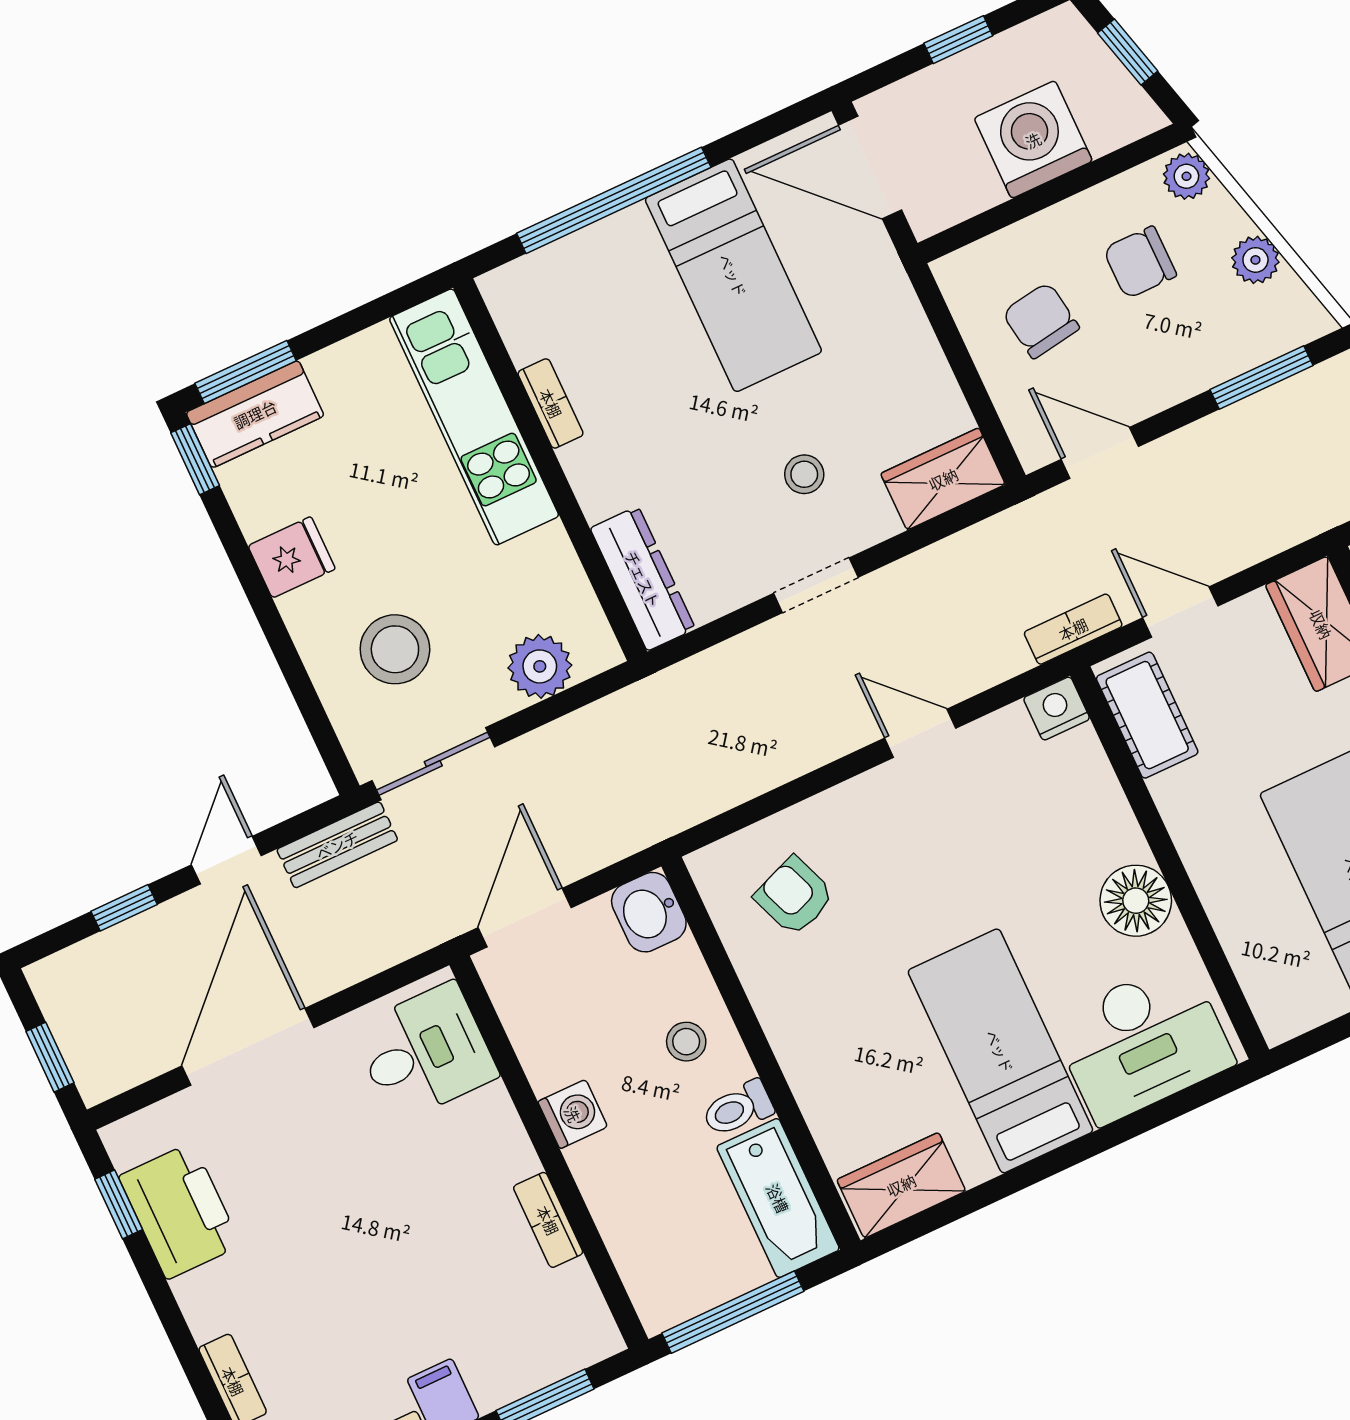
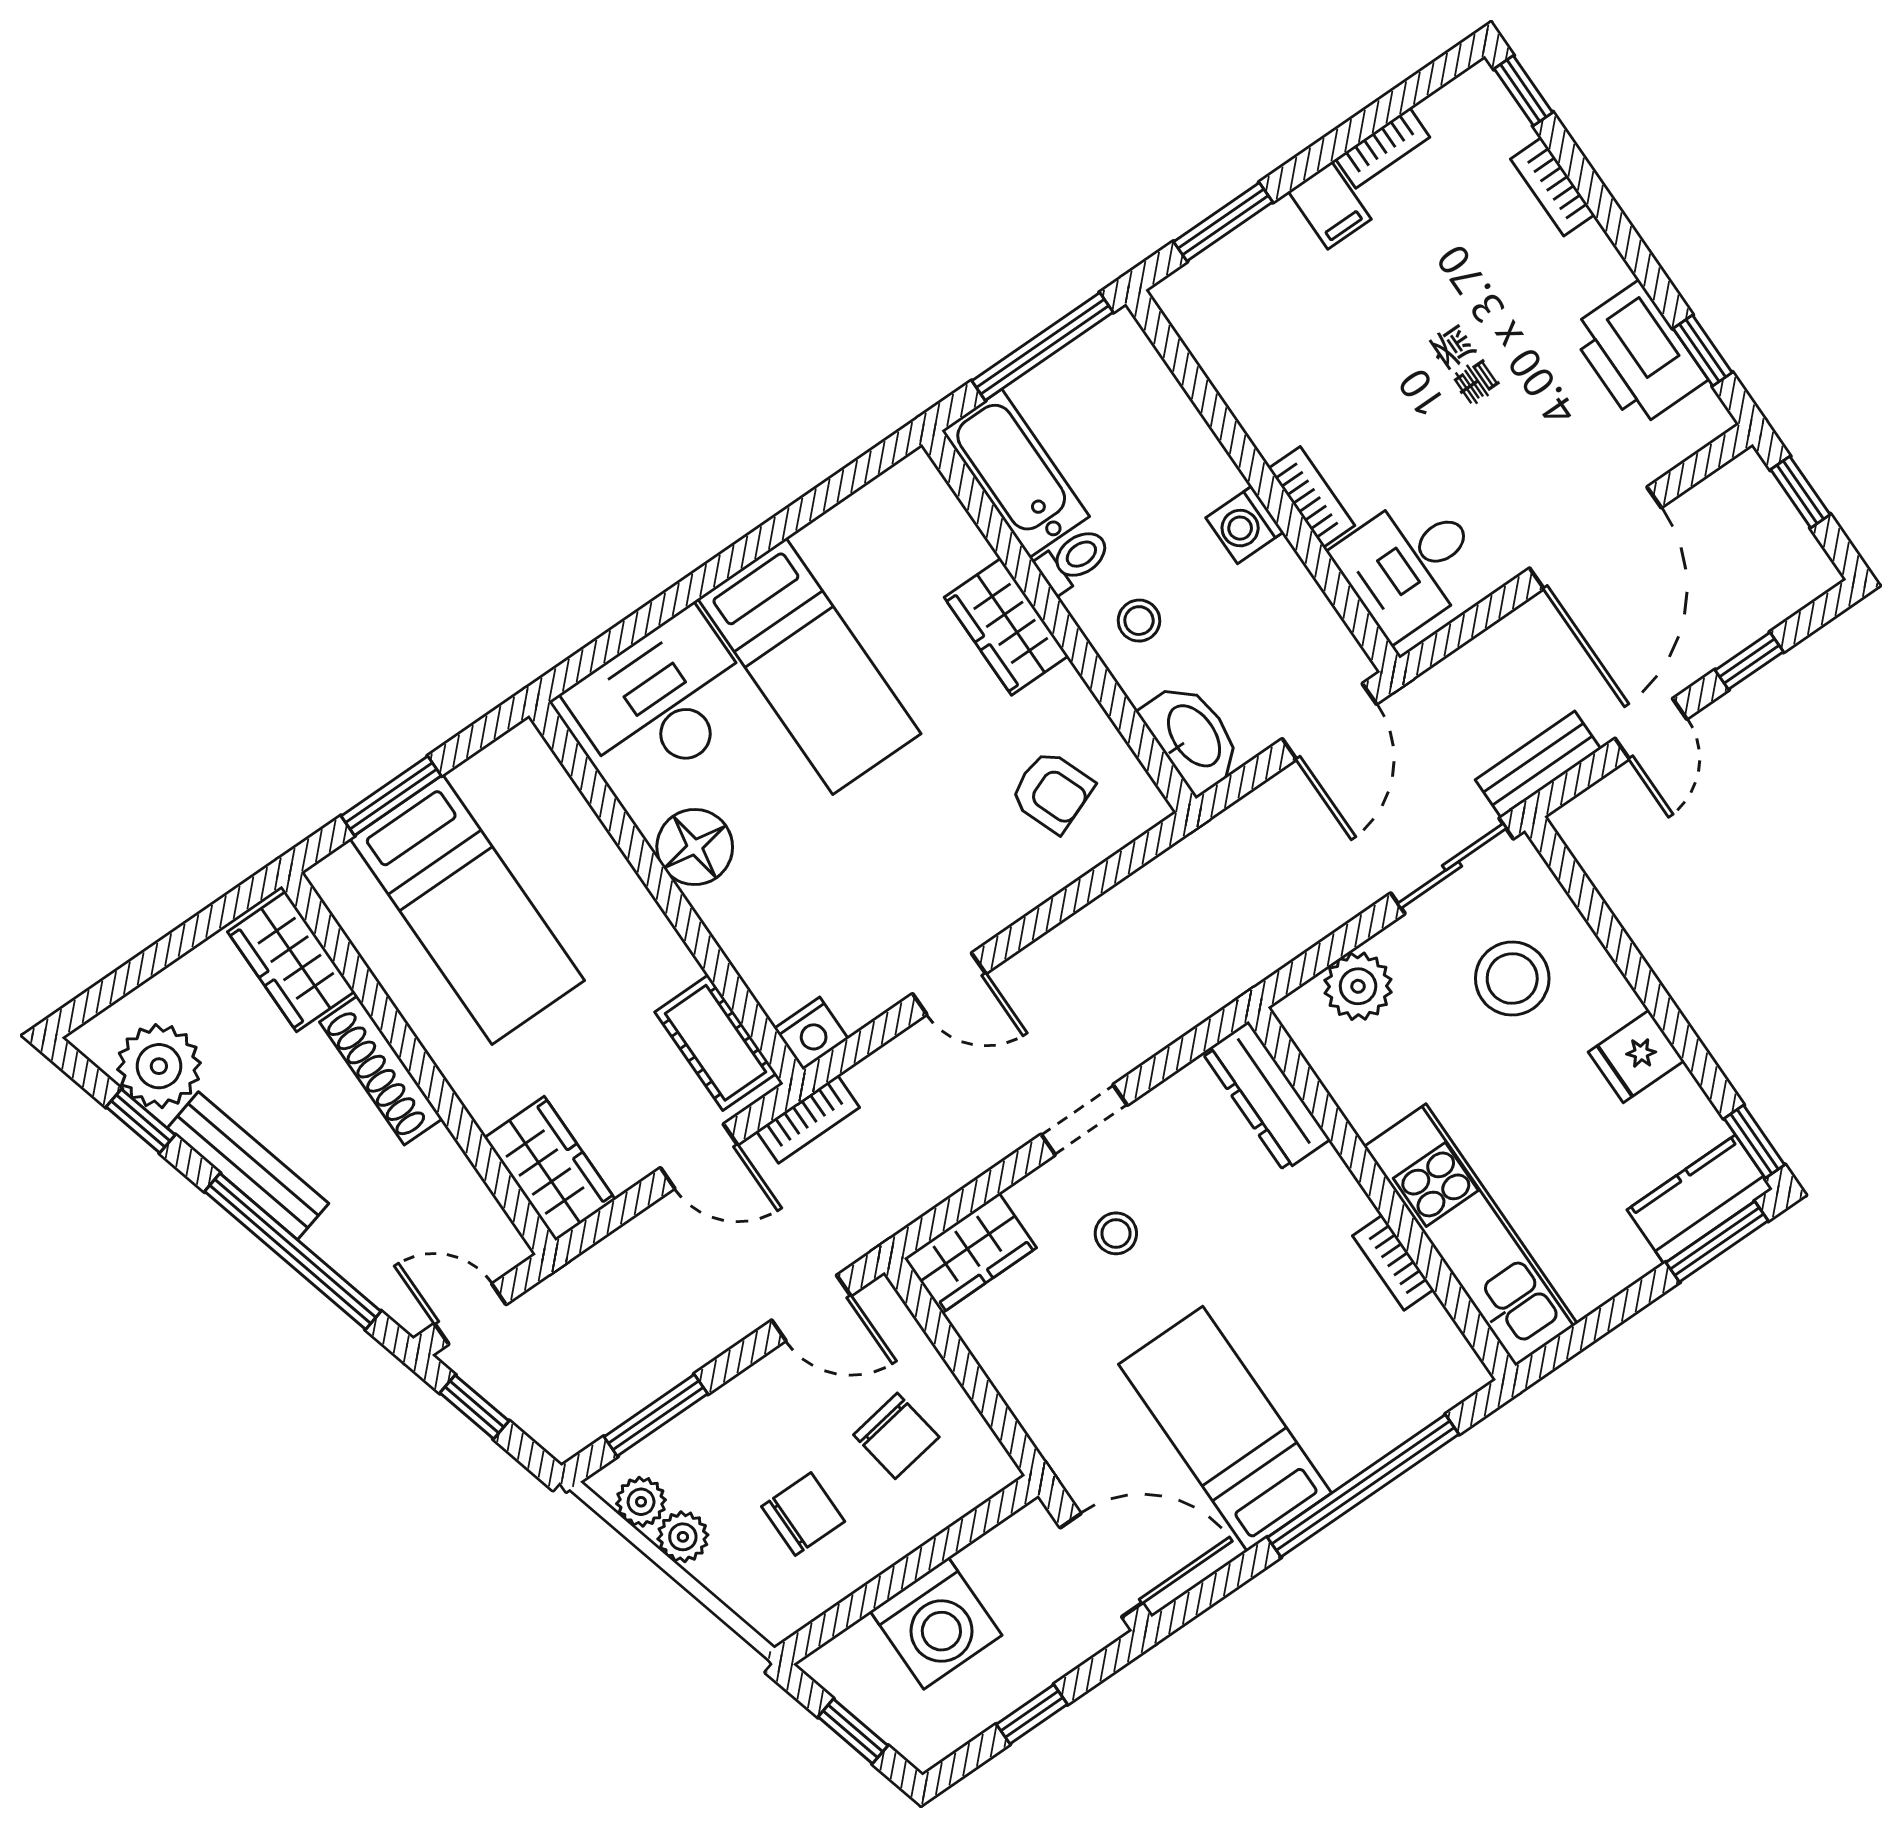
plant: (1186, 176) -> (641, 1502), moved
washbasin: (649, 912) -> (1192, 737), width x1.38
wardrobe: (901, 1185) -> (1006, 627), moved, turned 90
bookcase: (548, 1220) -> (1312, 497), moved

